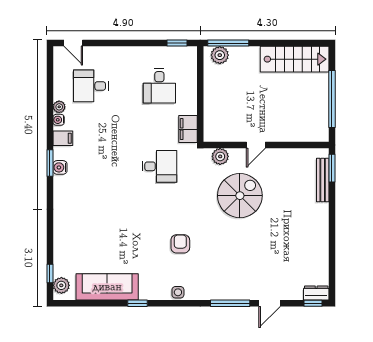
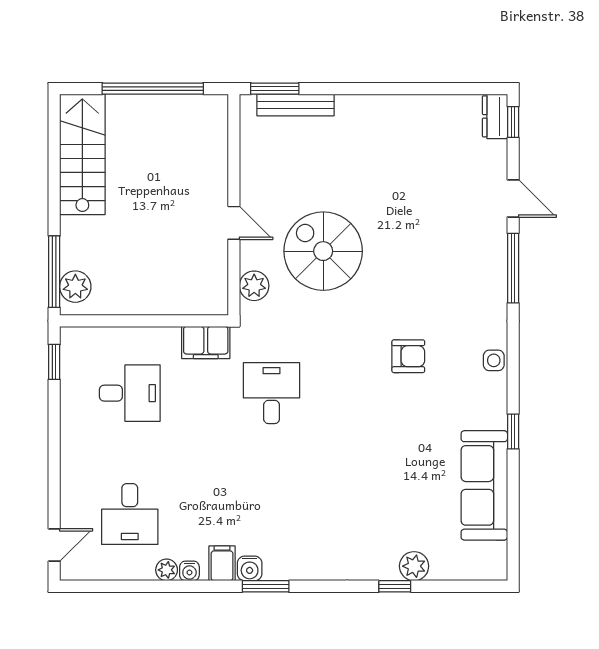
water cooler: (60, 167) -> (250, 568), moved
armchair: (180, 244) -> (408, 356), turned 180
window: (50, 274) -> (395, 586), moved
plant: (61, 285) -> (414, 566), moved

